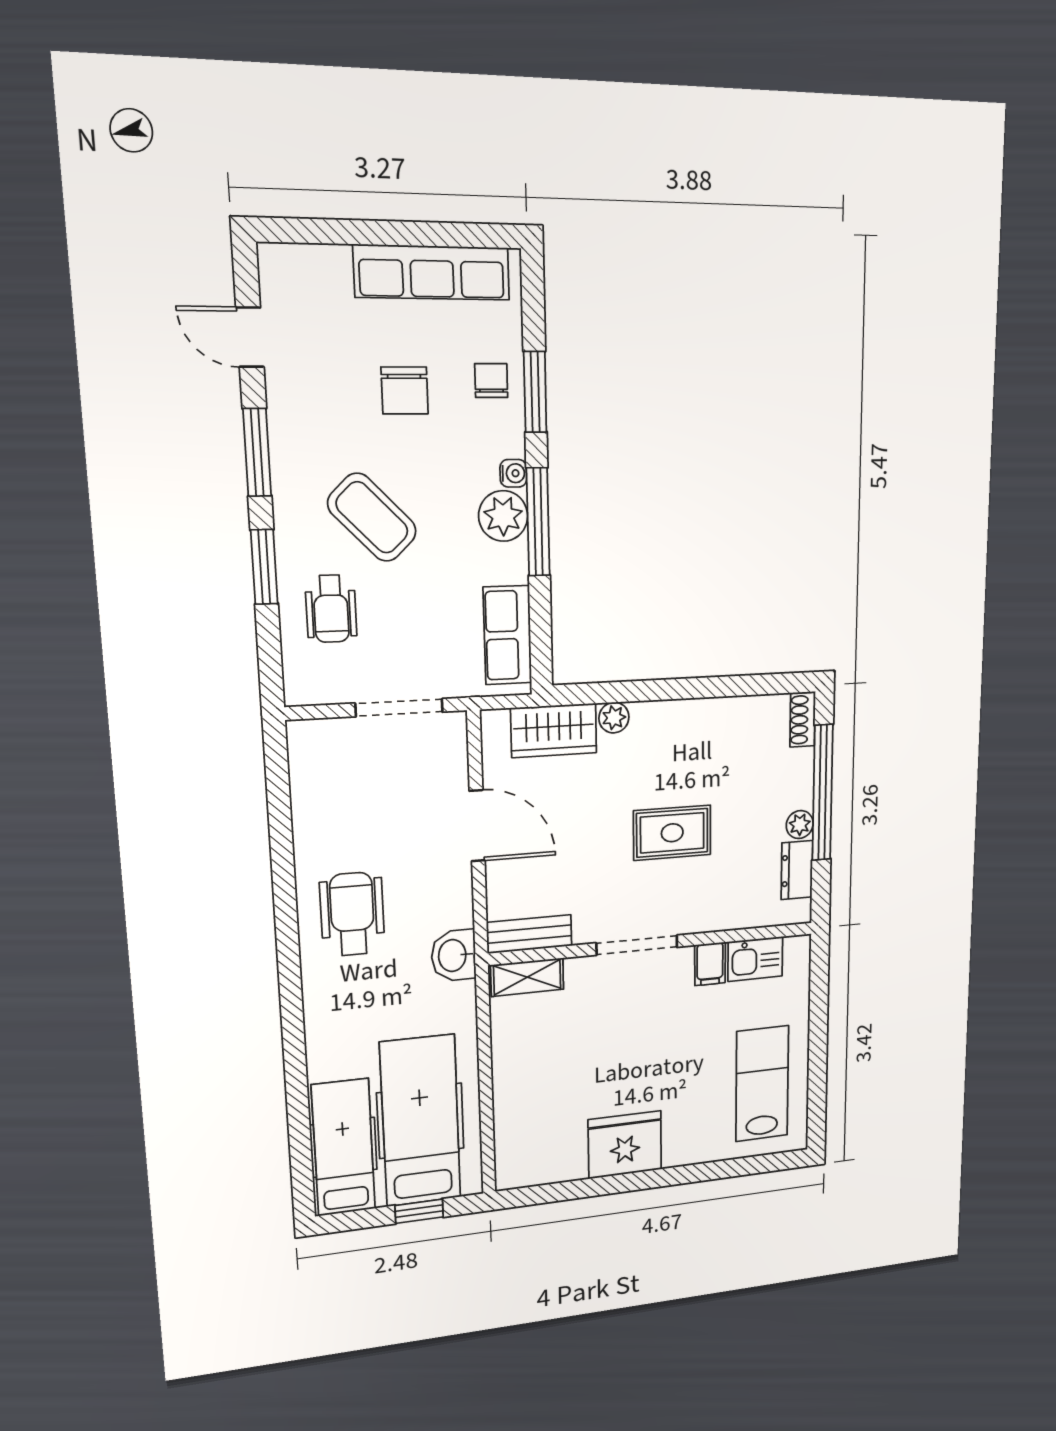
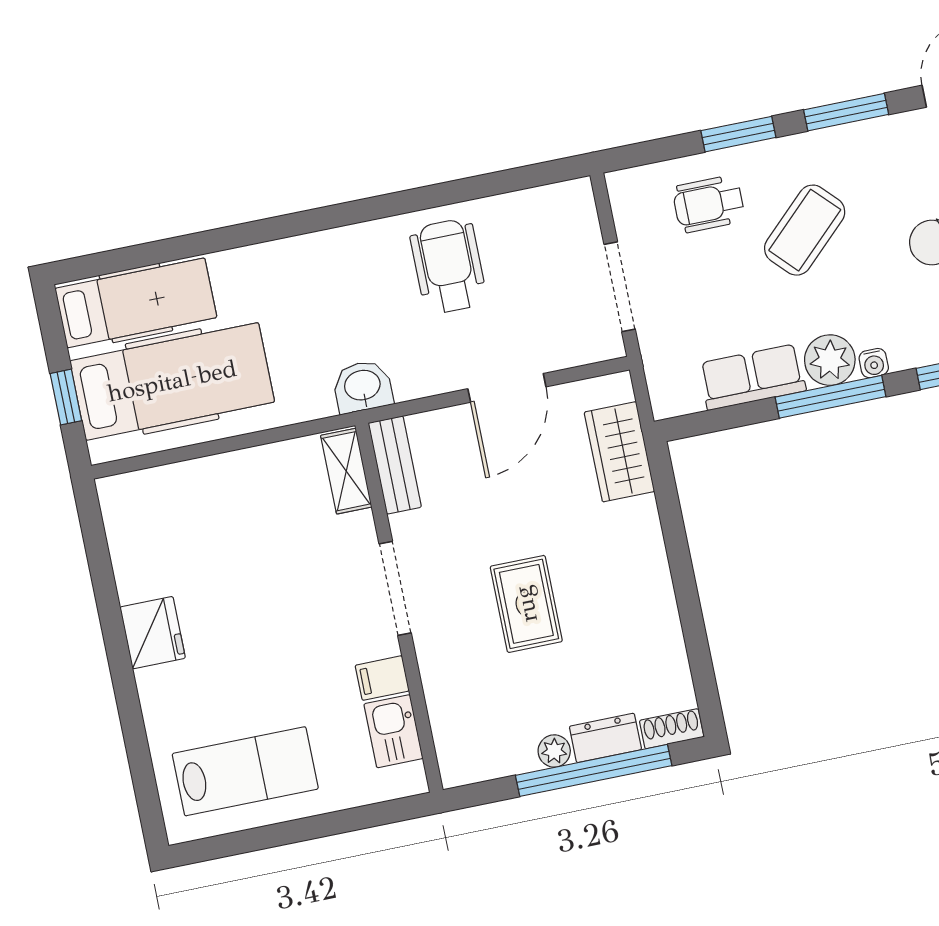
row of seats: (508, 635) -> (752, 377), moved
plant: (614, 718) -> (642, 514), removed
dresser: (797, 870) -> (605, 738), moved
wheelchair: (352, 914) -> (448, 266), moved, turned -90
fridge: (625, 1145) -> (153, 633), width x0.73, depth x0.75

